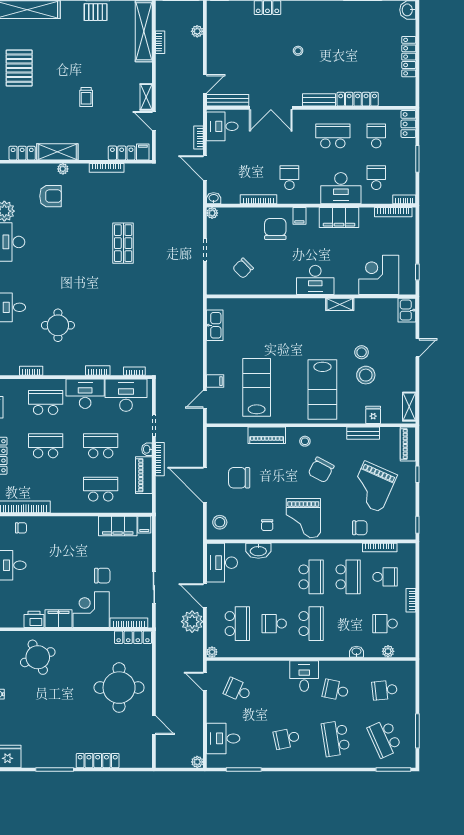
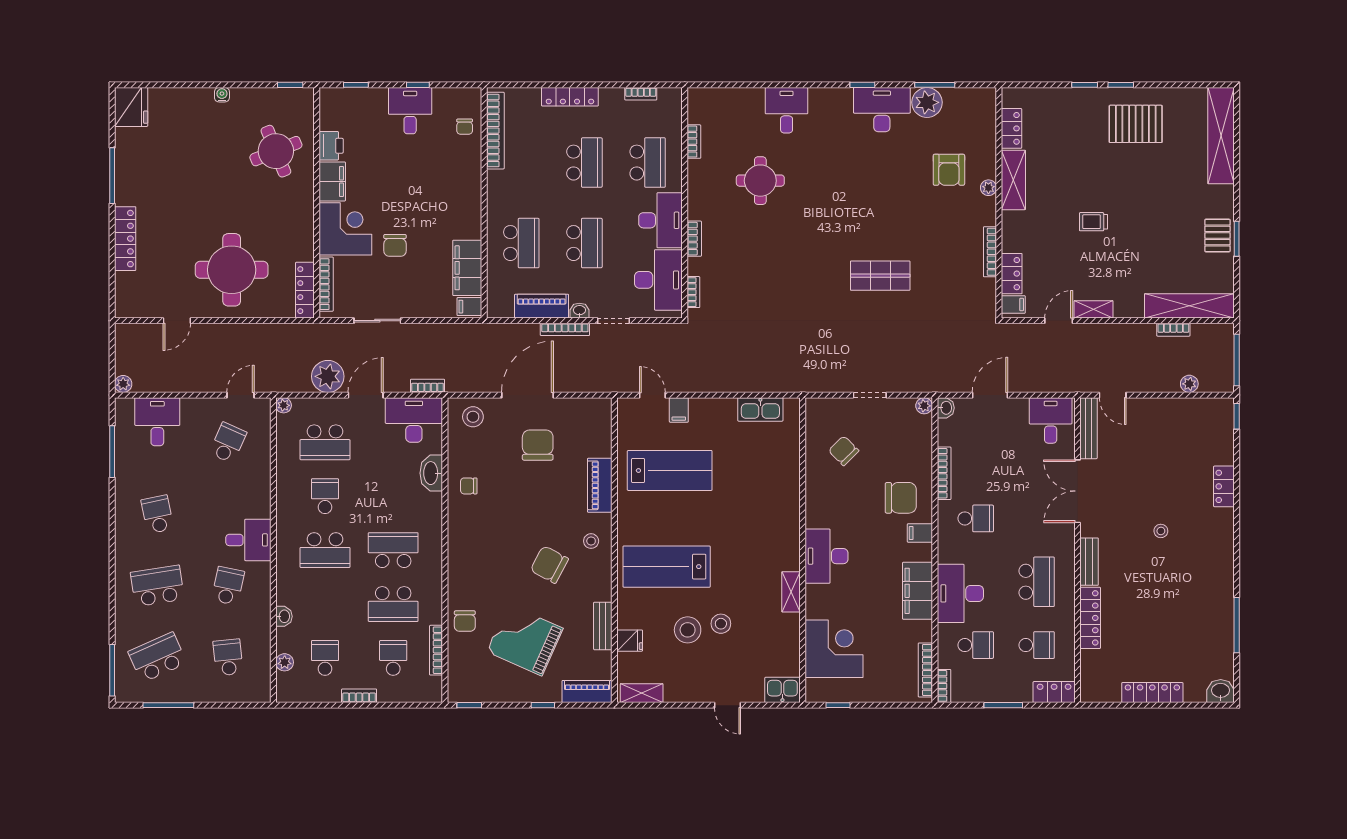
bookcase: (199, 137) -> (428, 386), moved
grand piano: (303, 518) -> (479, 539), removed
school desk: (311, 577) -> (393, 550), turned 180
school desk: (385, 577) -> (393, 658), turned 180

